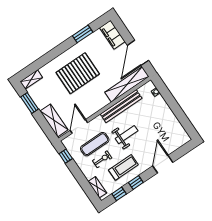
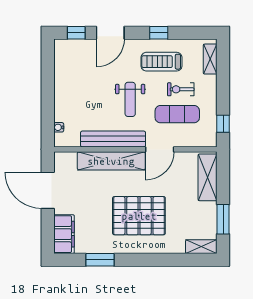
door: (138, 53) -> (48, 190), swing flipped
shelving: (127, 84) -> (111, 161), moved
door: (79, 126) -> (160, 149), moved
weight bench: (127, 135) -> (130, 99), turned -90
window: (119, 194) -> (76, 33), moved

